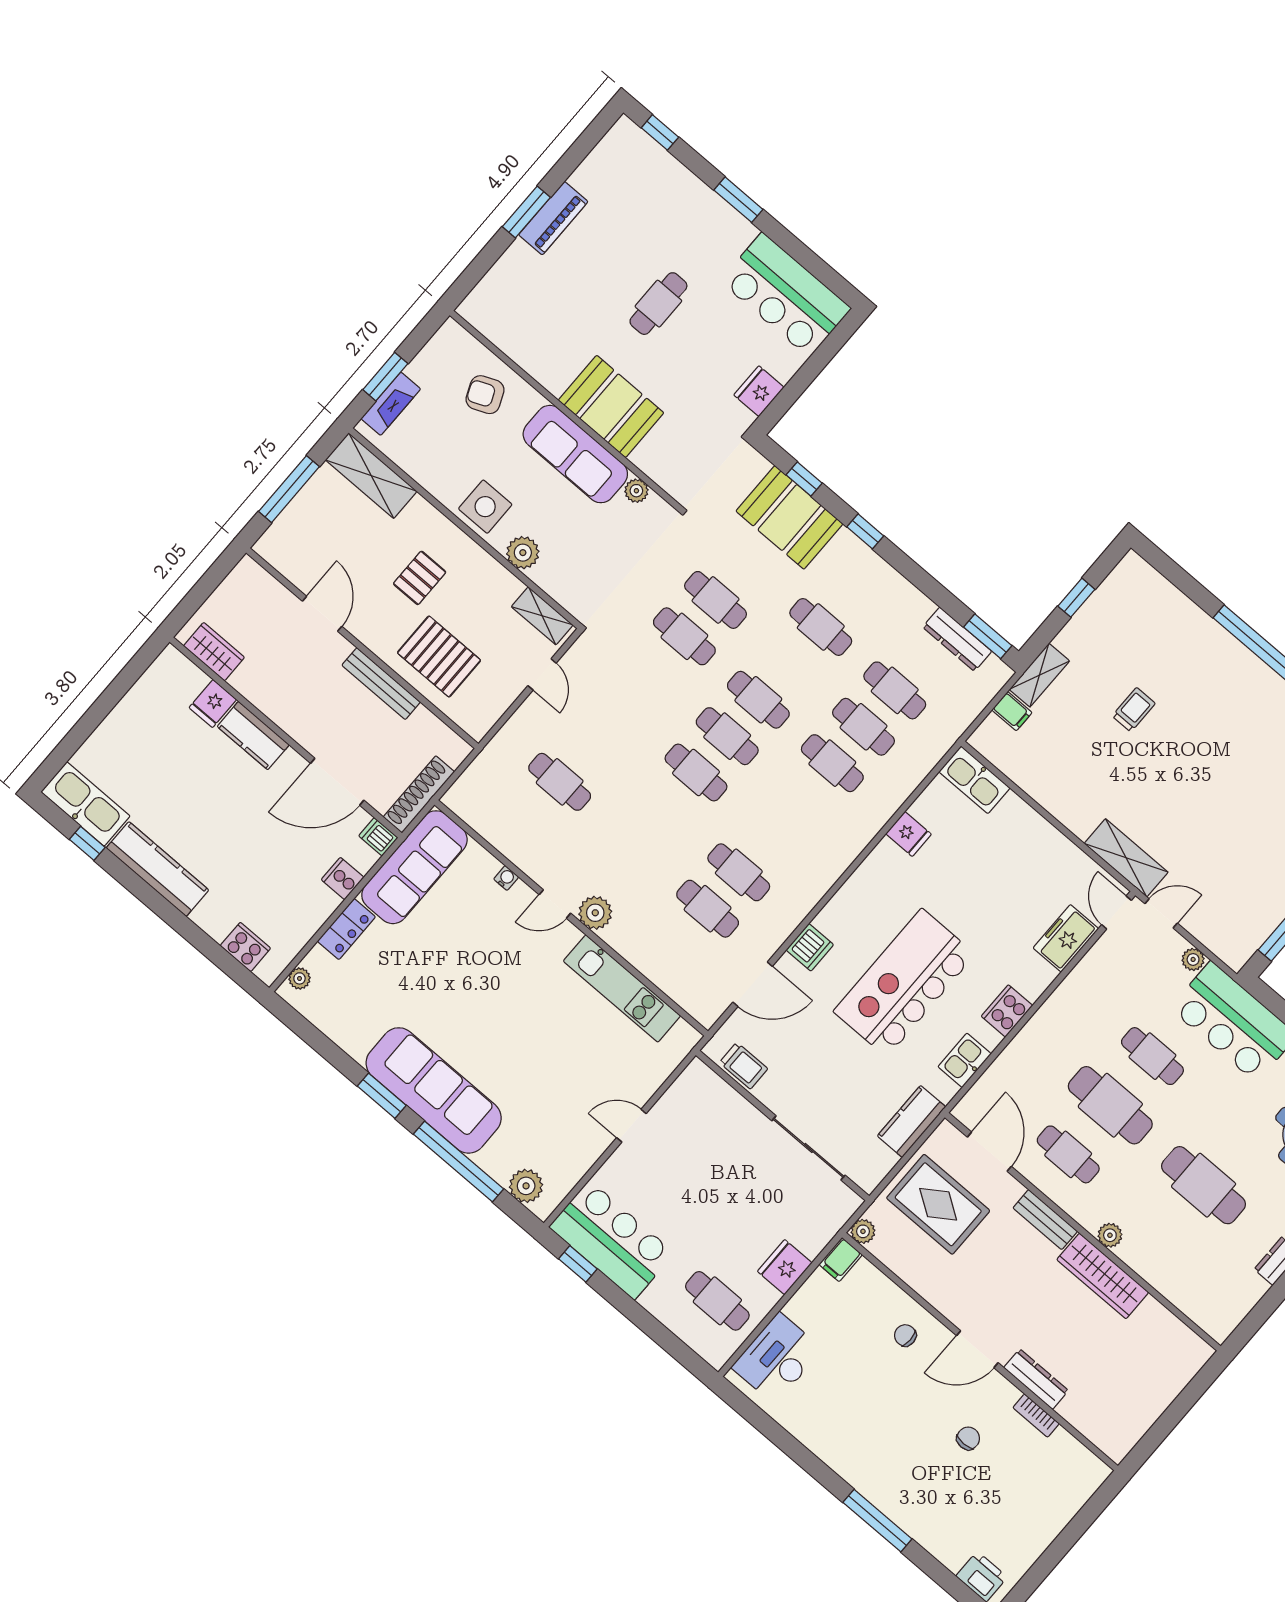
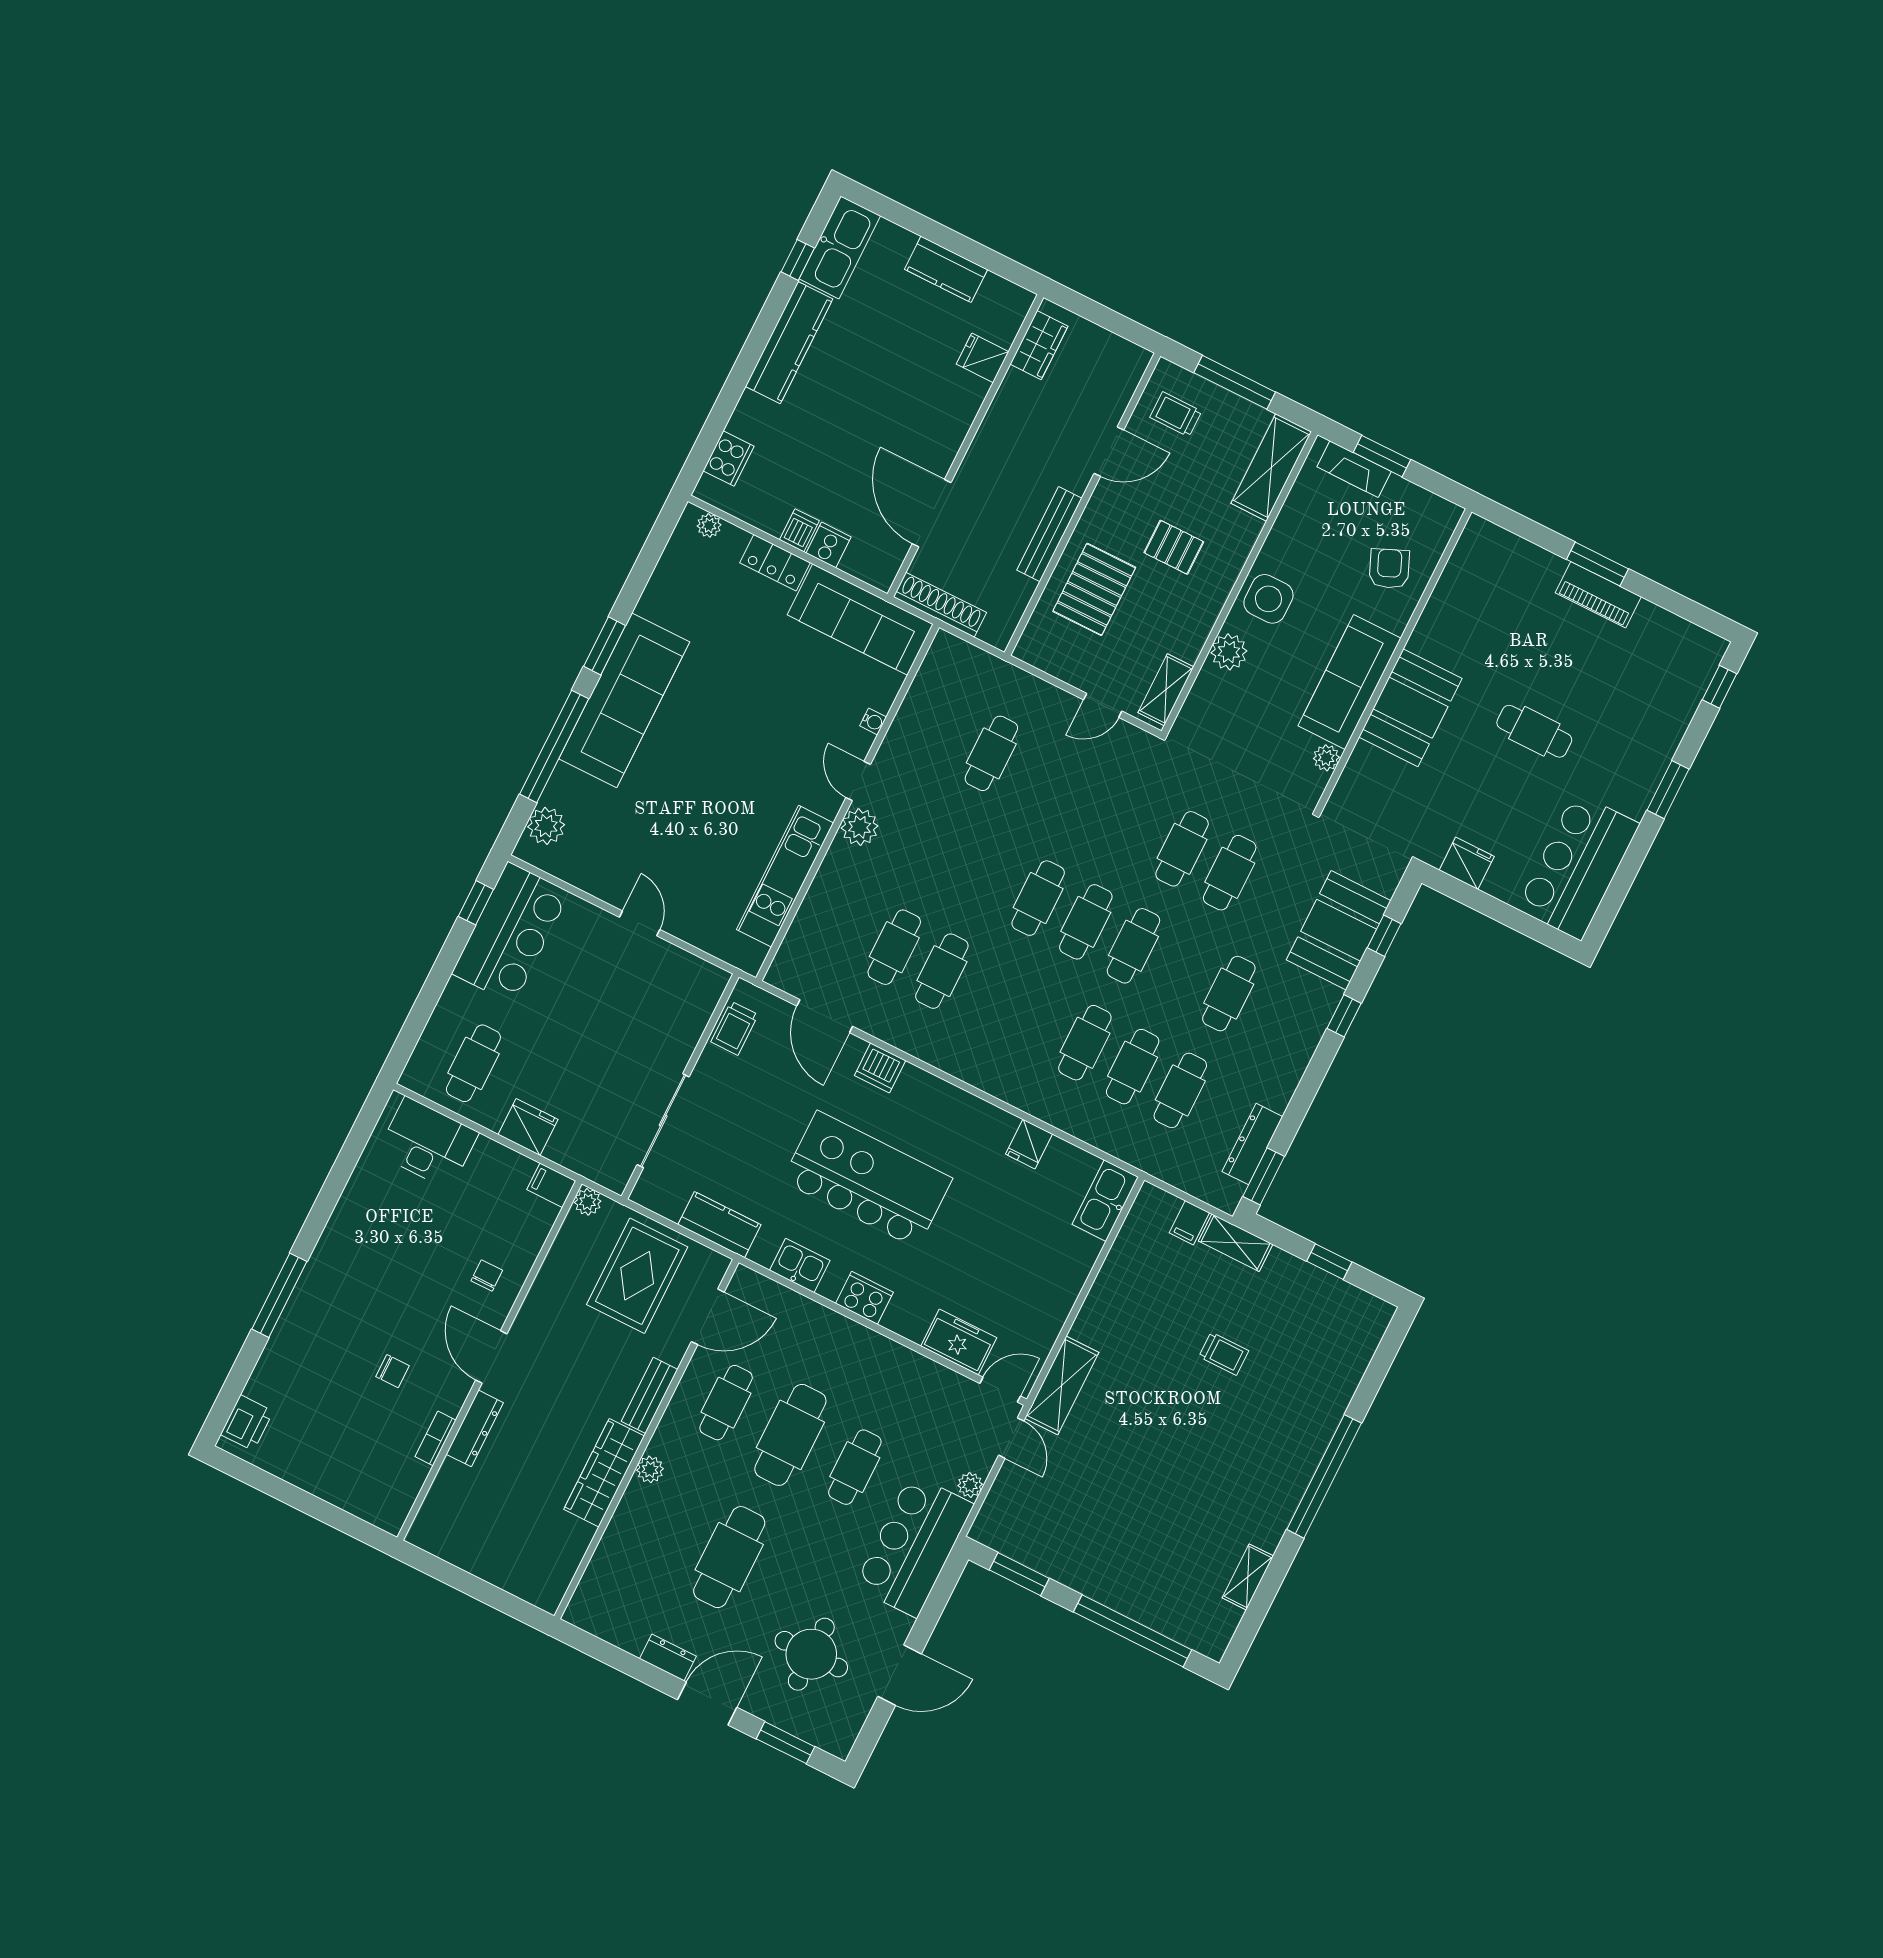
trolley: (304, 547) -> (1176, 414), added
kitchen counter: (253, 736) -> (946, 269), moved, turned -90
dishwasher: (378, 837) -> (799, 530), moved

